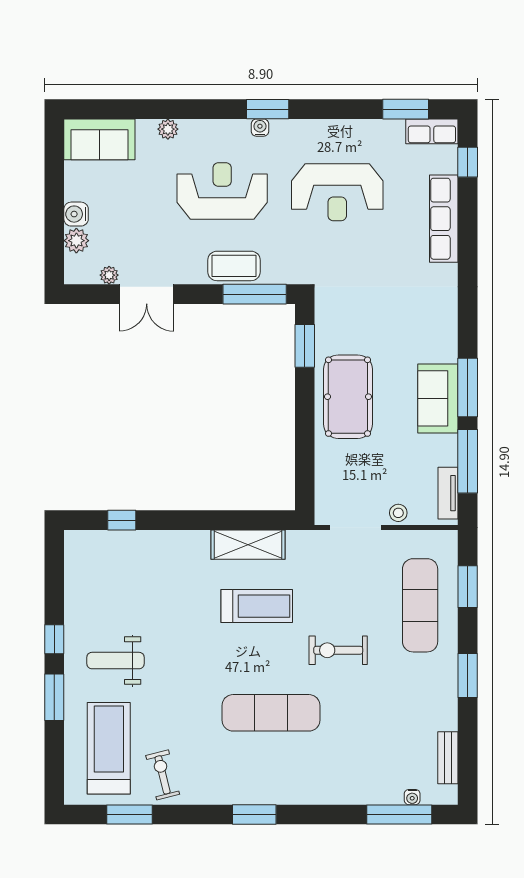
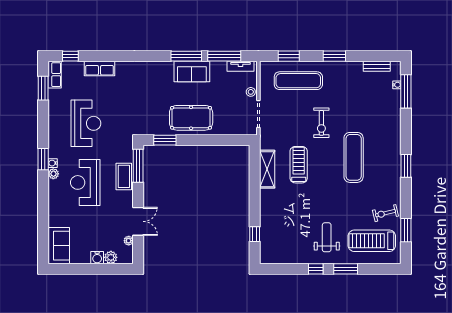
plant: (168, 129) -> (53, 174), moved
row of seats: (444, 219) -> (100, 69), width x0.68
weight bench: (115, 661) -> (327, 237), turned 180

